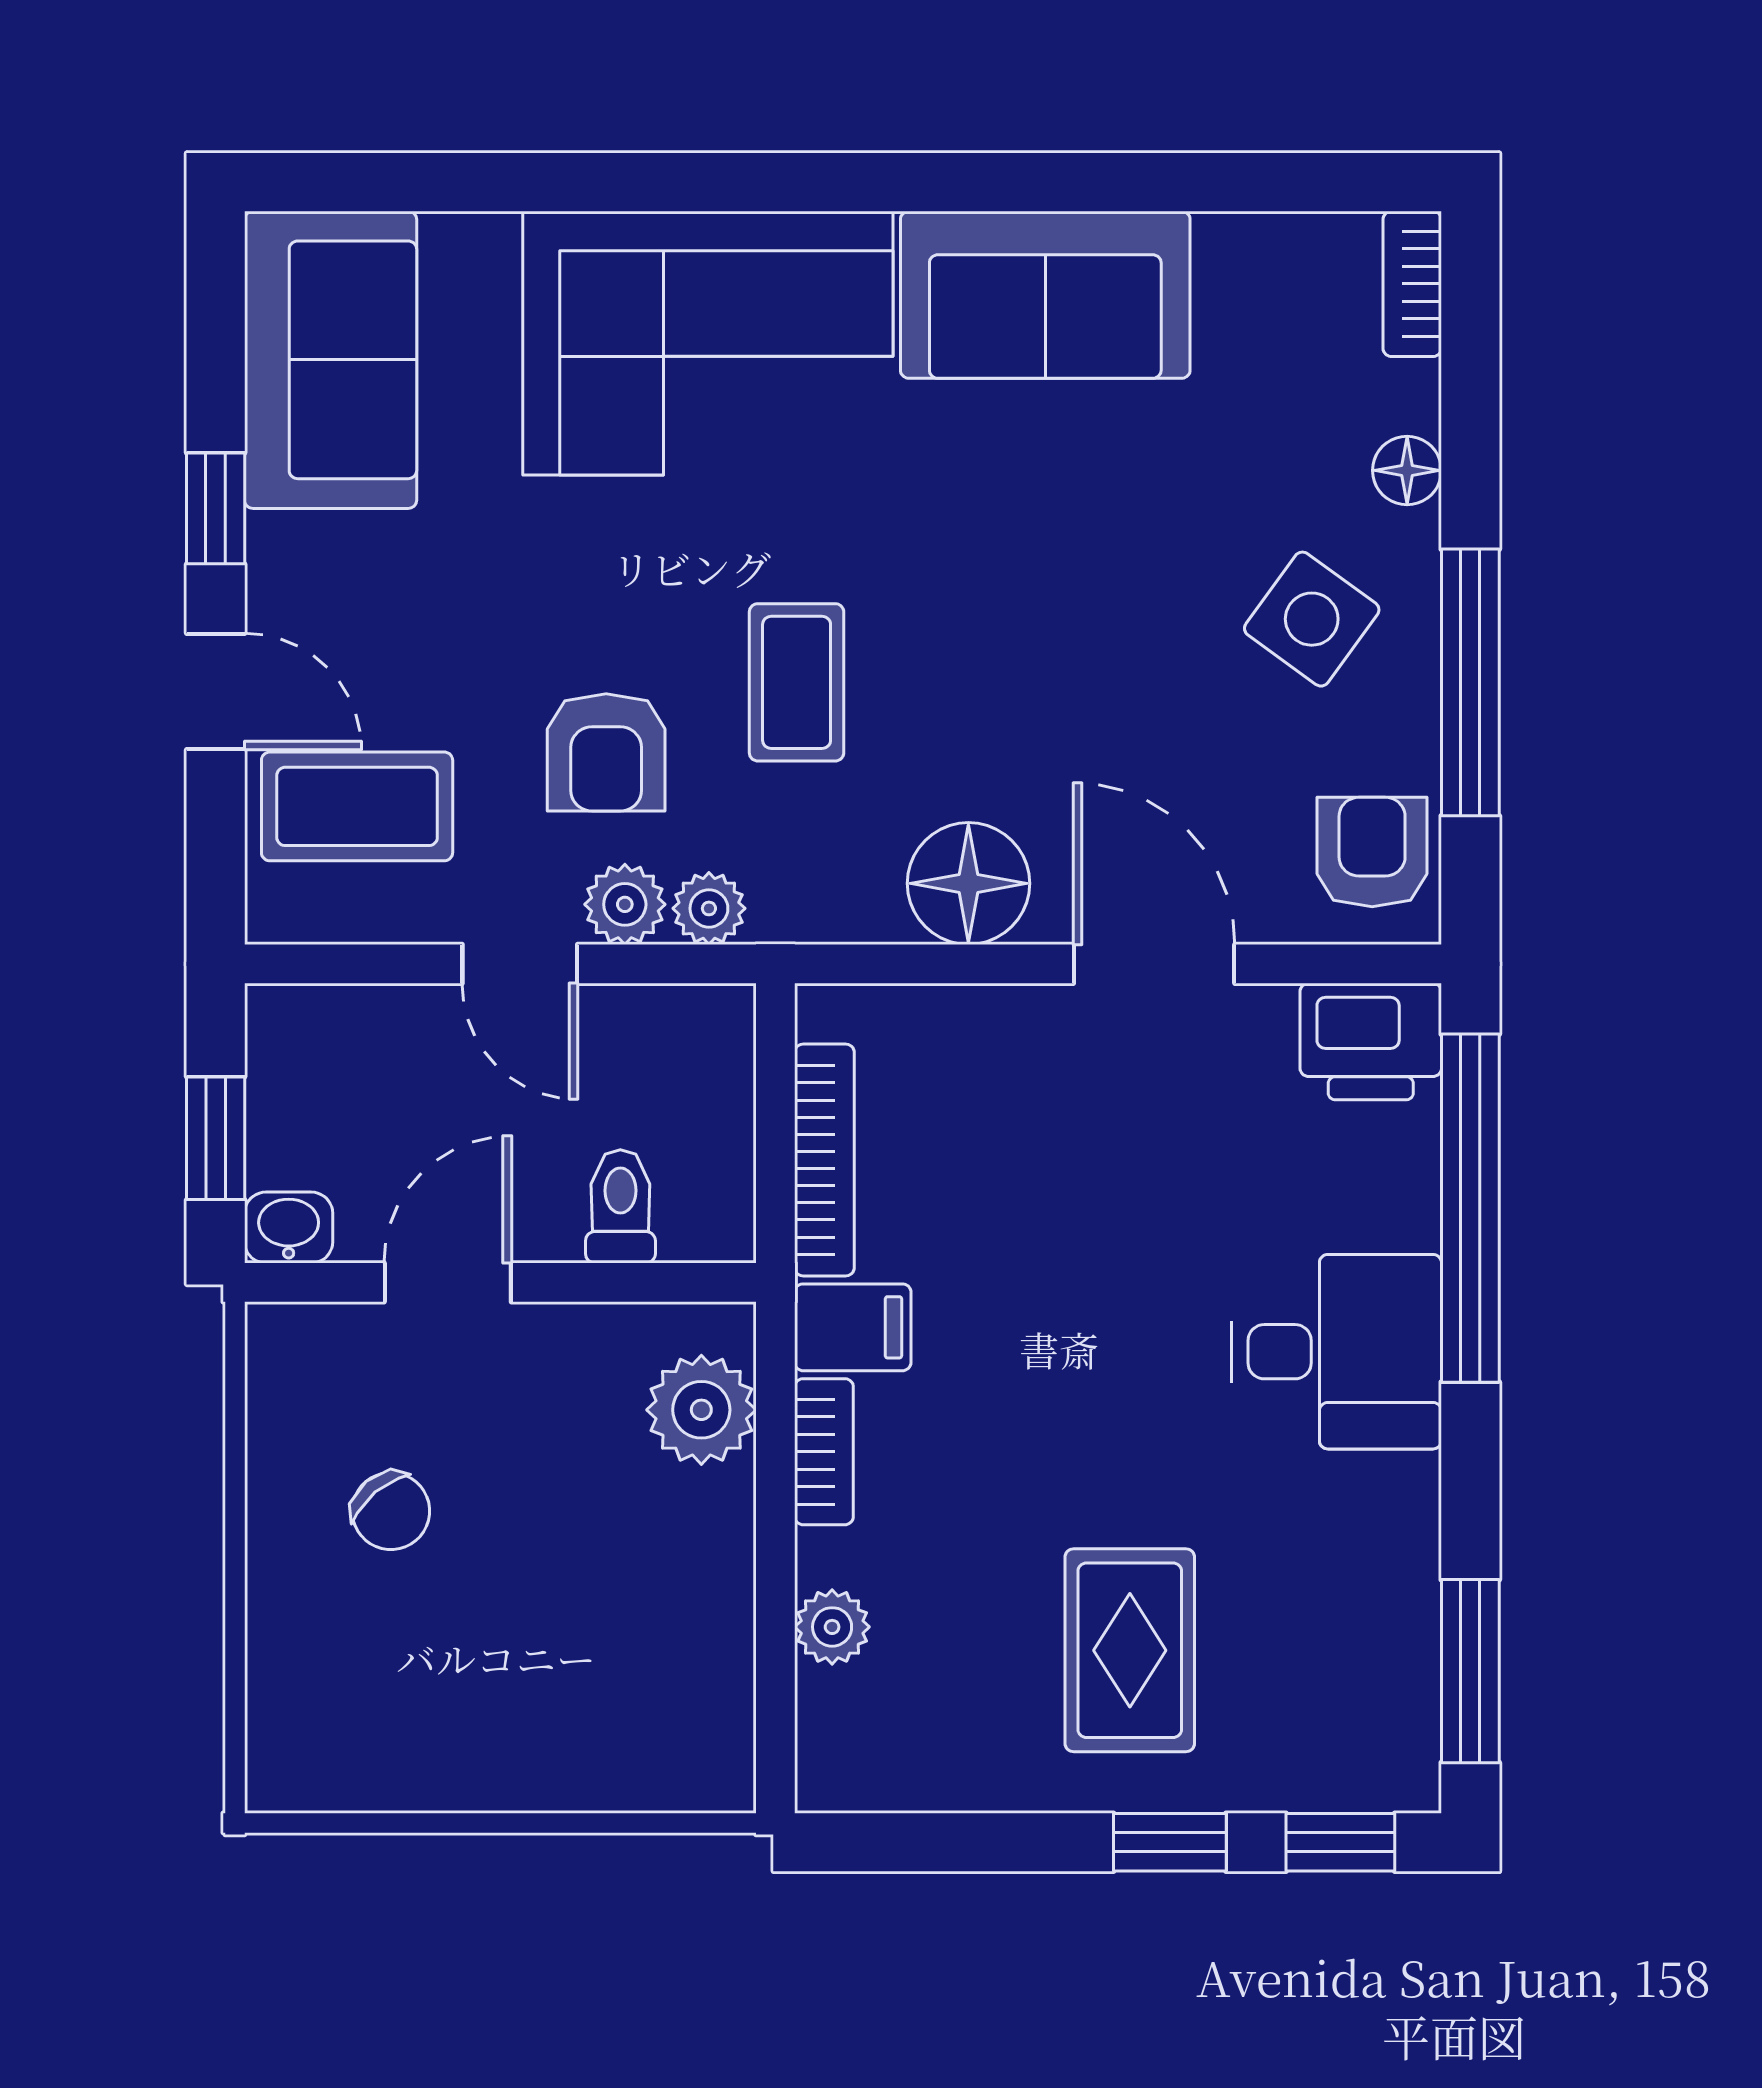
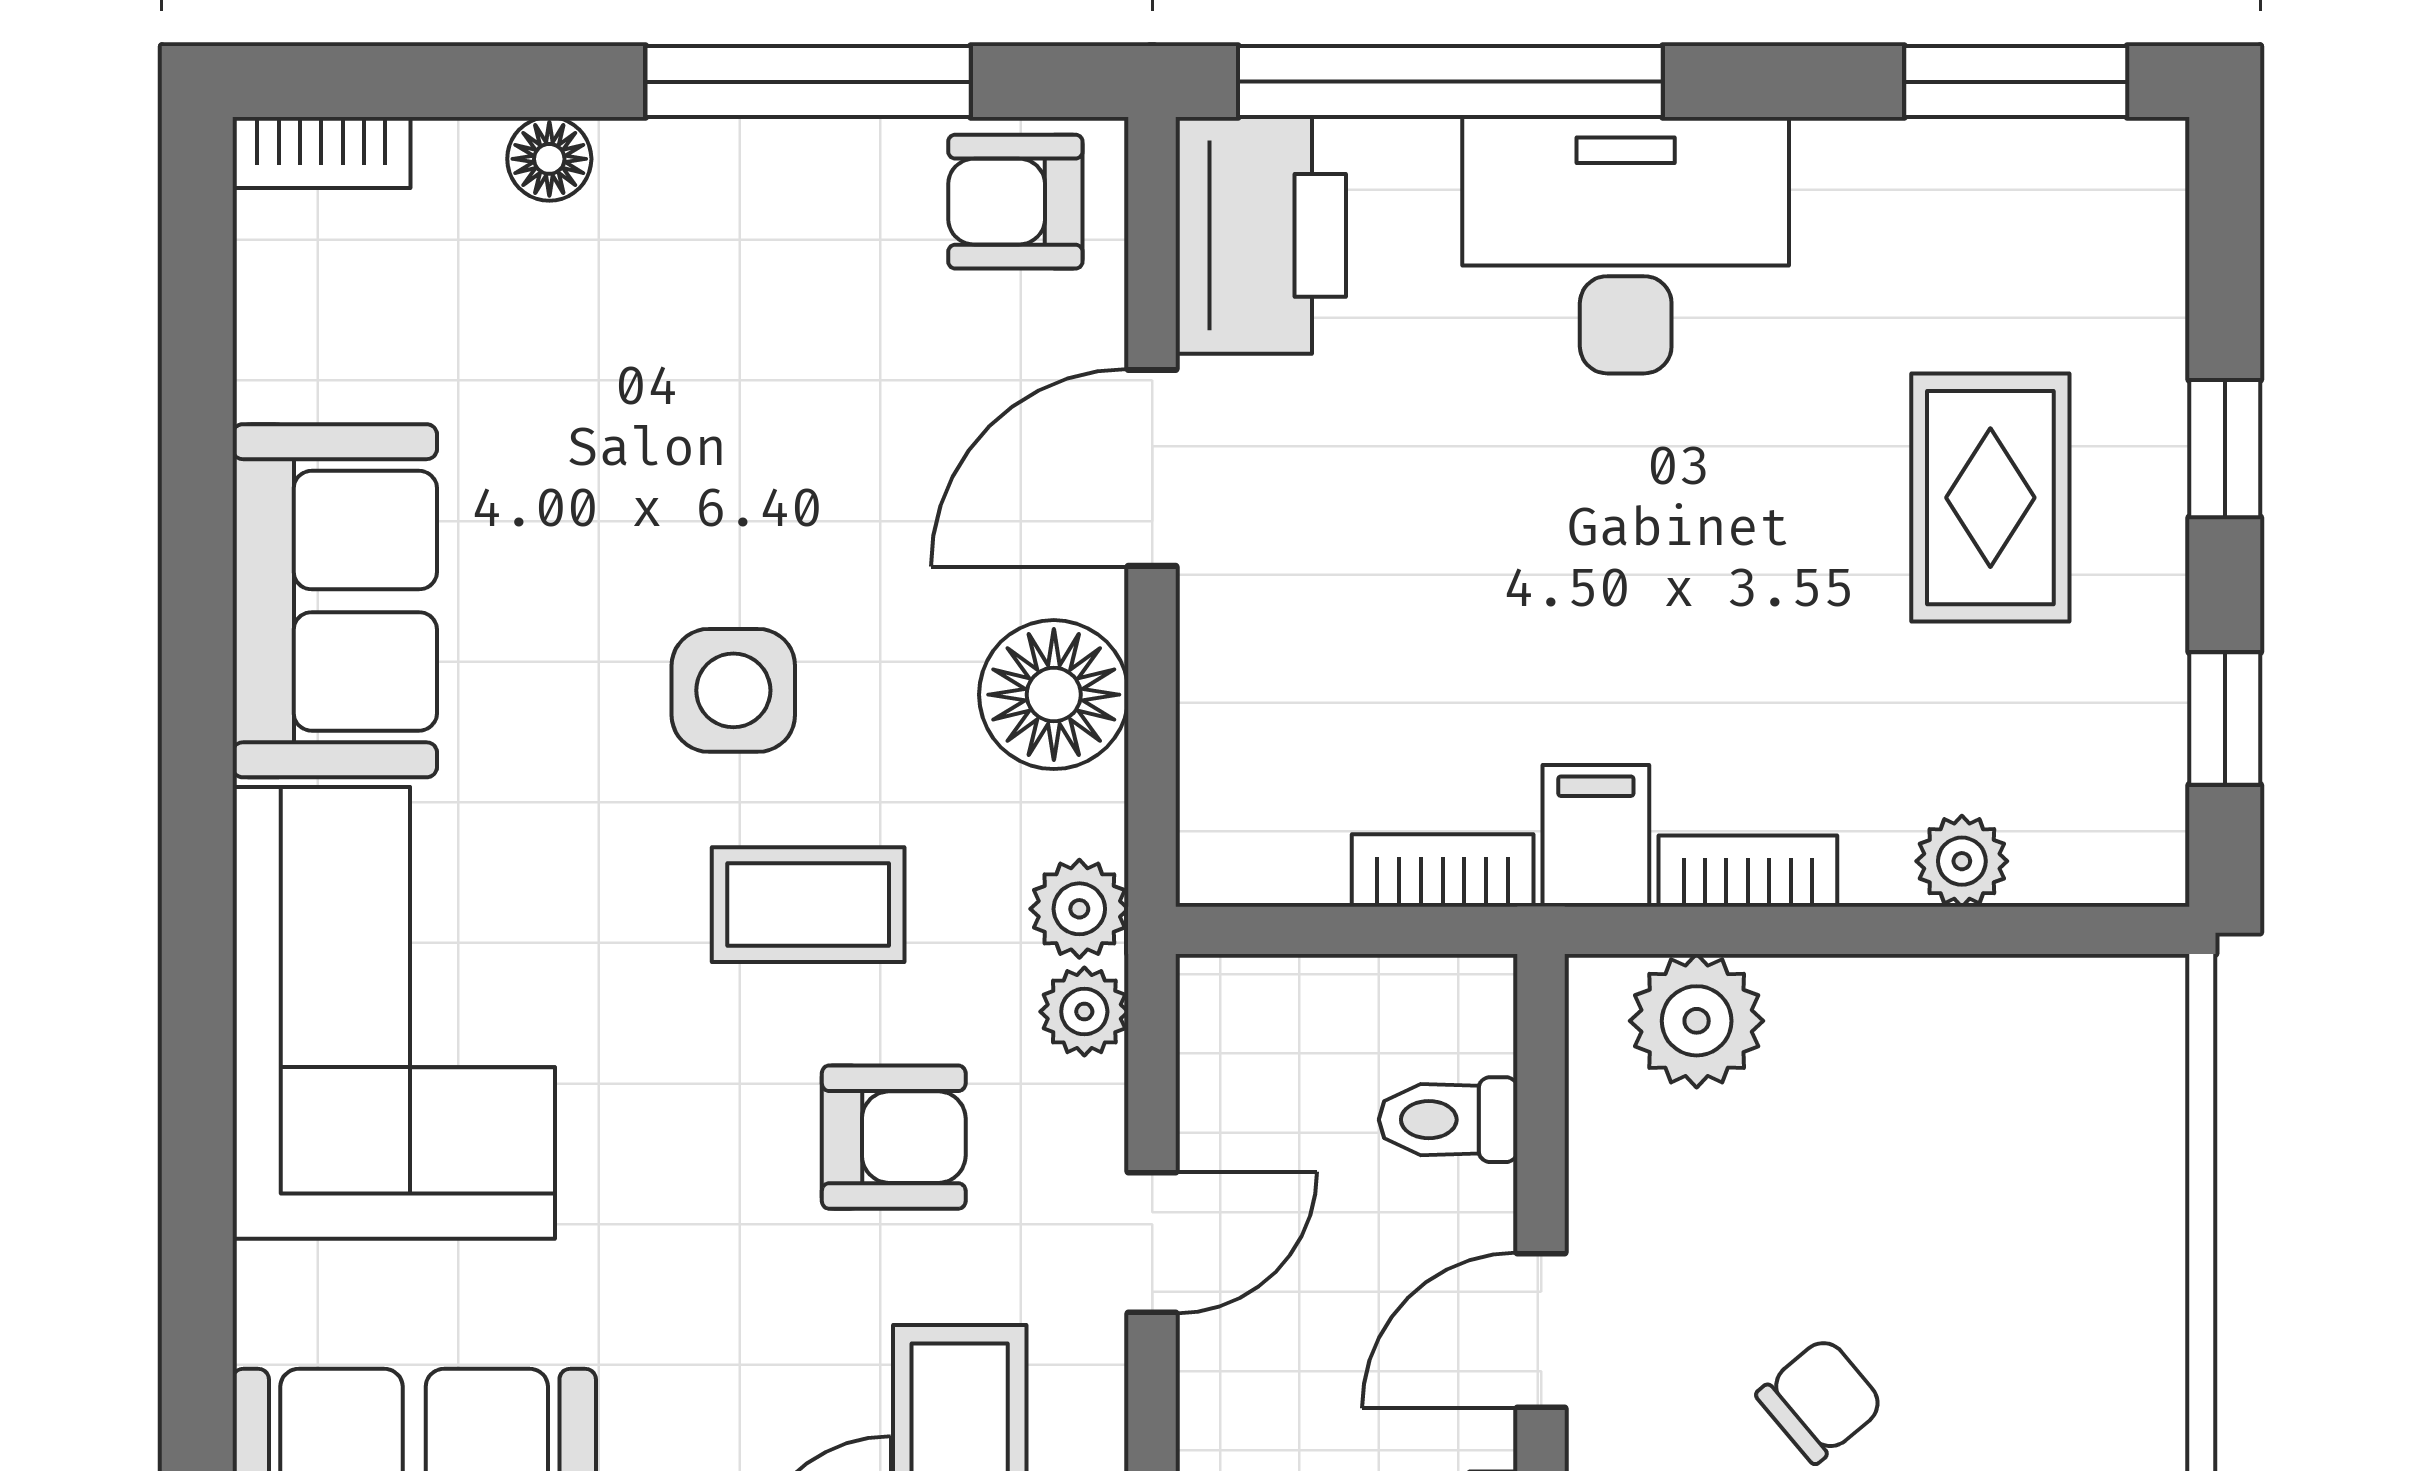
side table: (1312, 619) -> (733, 690), moved, turned -36
plant: (625, 904) -> (1079, 909), moved
printer: (1371, 1042) -> (1261, 235), width x1.37, depth x1.19
bookcase: (824, 1160) -> (1443, 870), width x0.64
door: (448, 1282) -> (1541, 1330), hinge flipped
desk: (1336, 1352) -> (1626, 245), width x1.37
rug: (1130, 1650) -> (1990, 498), turned 90
window: (1340, 1842) -> (2225, 719), moved

